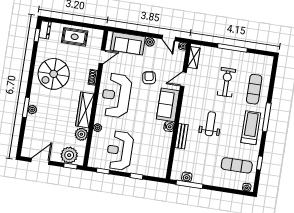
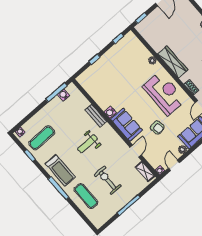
door: (169, 38) -> (174, 165), hinge flipped
exercise bike: (227, 82) -> (108, 180), turned 180
weight bench: (210, 124) -> (87, 144), turned 90
plant: (81, 134) -> (157, 45), removed
reception desk: (120, 151) -> (123, 63), removed
plant: (69, 155) -> (150, 24), removed

